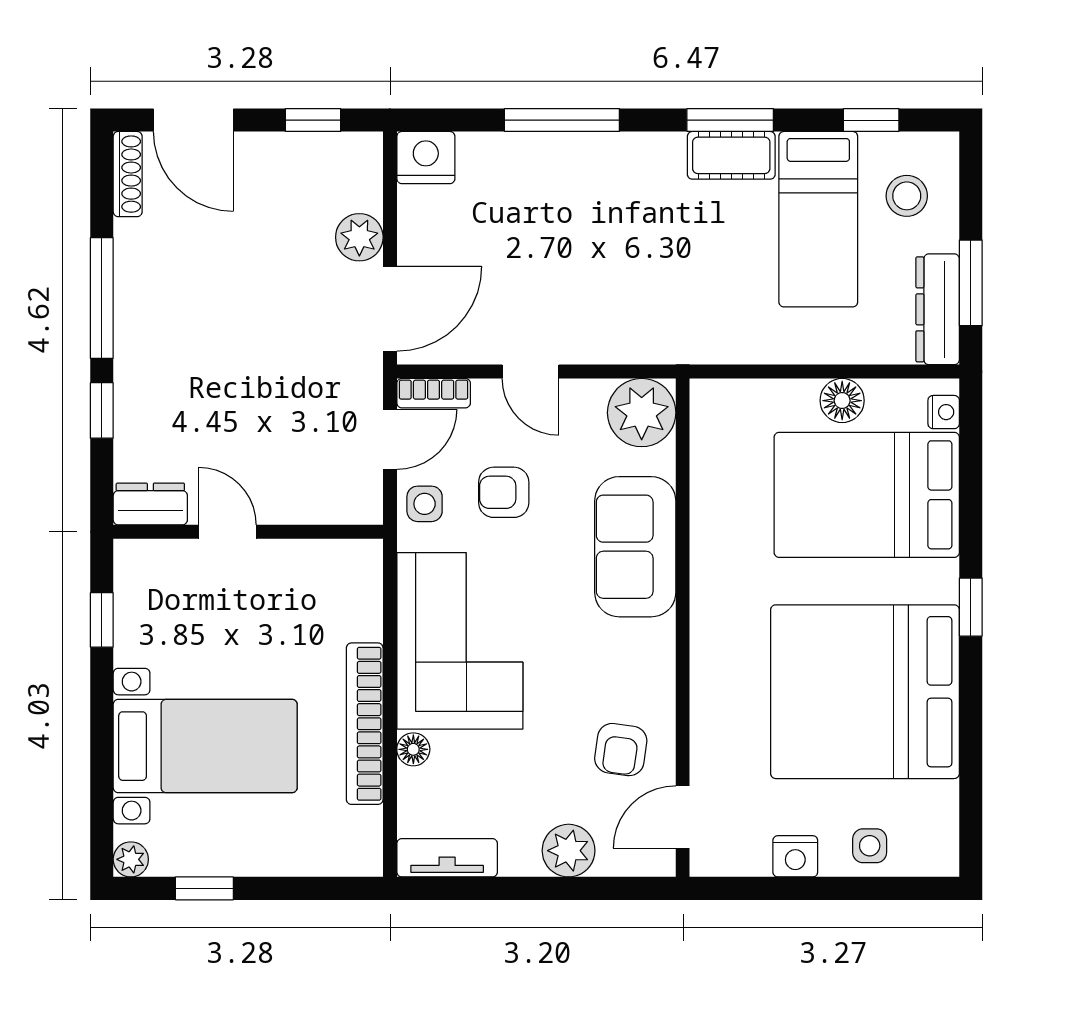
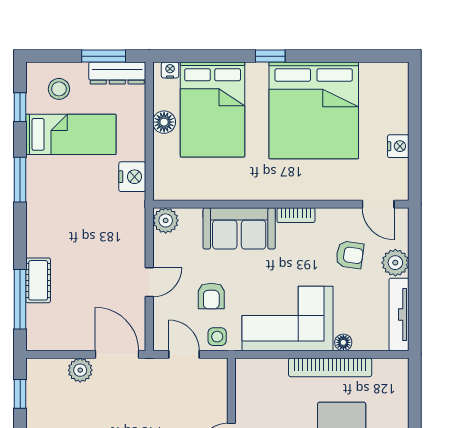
window: (562, 120) -> (20, 299), moved
cot: (731, 155) -> (38, 280), moved
nightstand: (426, 158) -> (132, 177), moved, turned 180
bookcase: (434, 393) -> (296, 215), moved, turned 90
plant: (642, 413) -> (166, 220), width x0.73, depth x0.73
armchair: (621, 750) -> (350, 255), moved
side table: (870, 846) -> (393, 108), removed
tv unit: (447, 858) -> (399, 314), width x1.41

